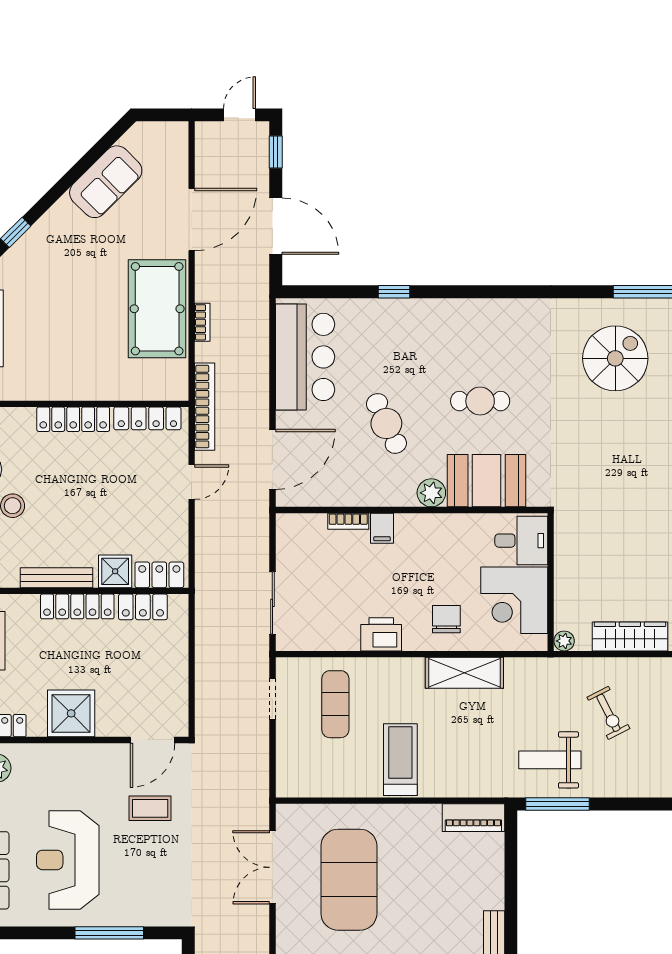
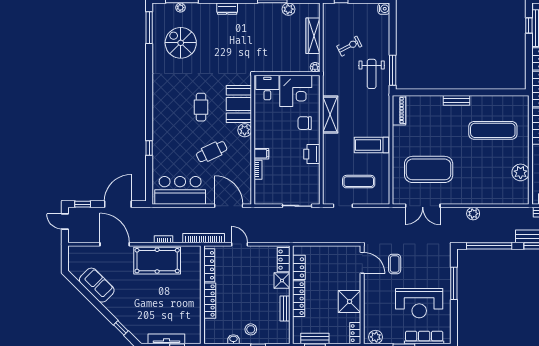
bench: (56, 578) -> (285, 309), width x0.73
exercise mat: (335, 704) -> (359, 182), moved

